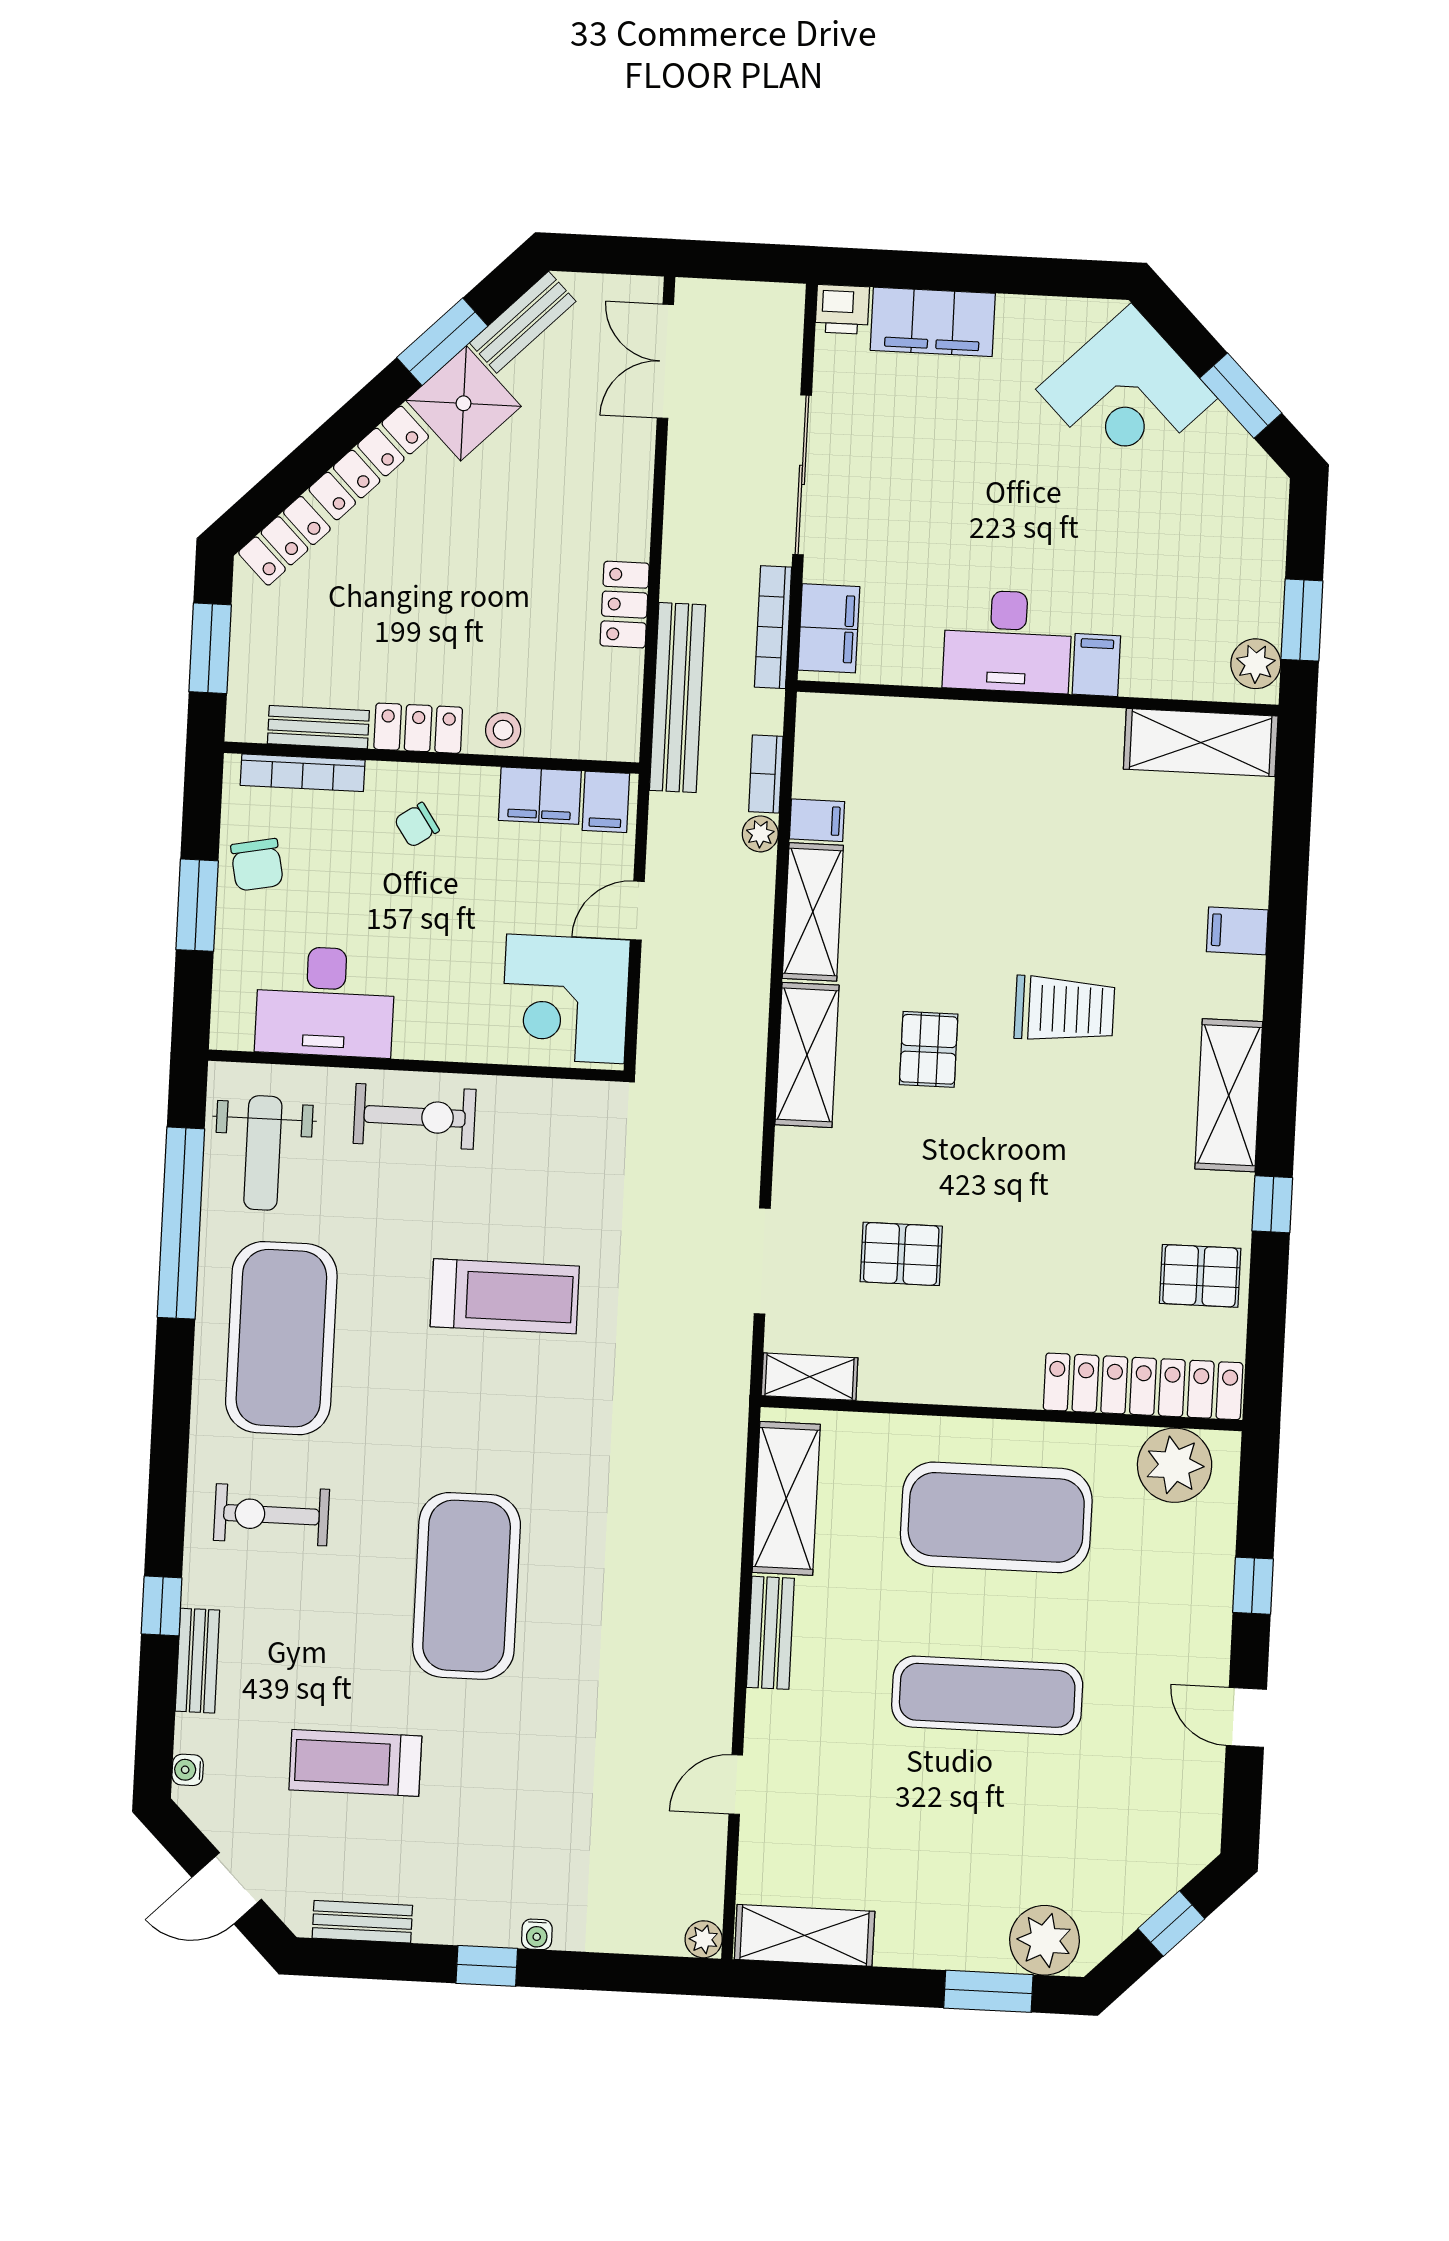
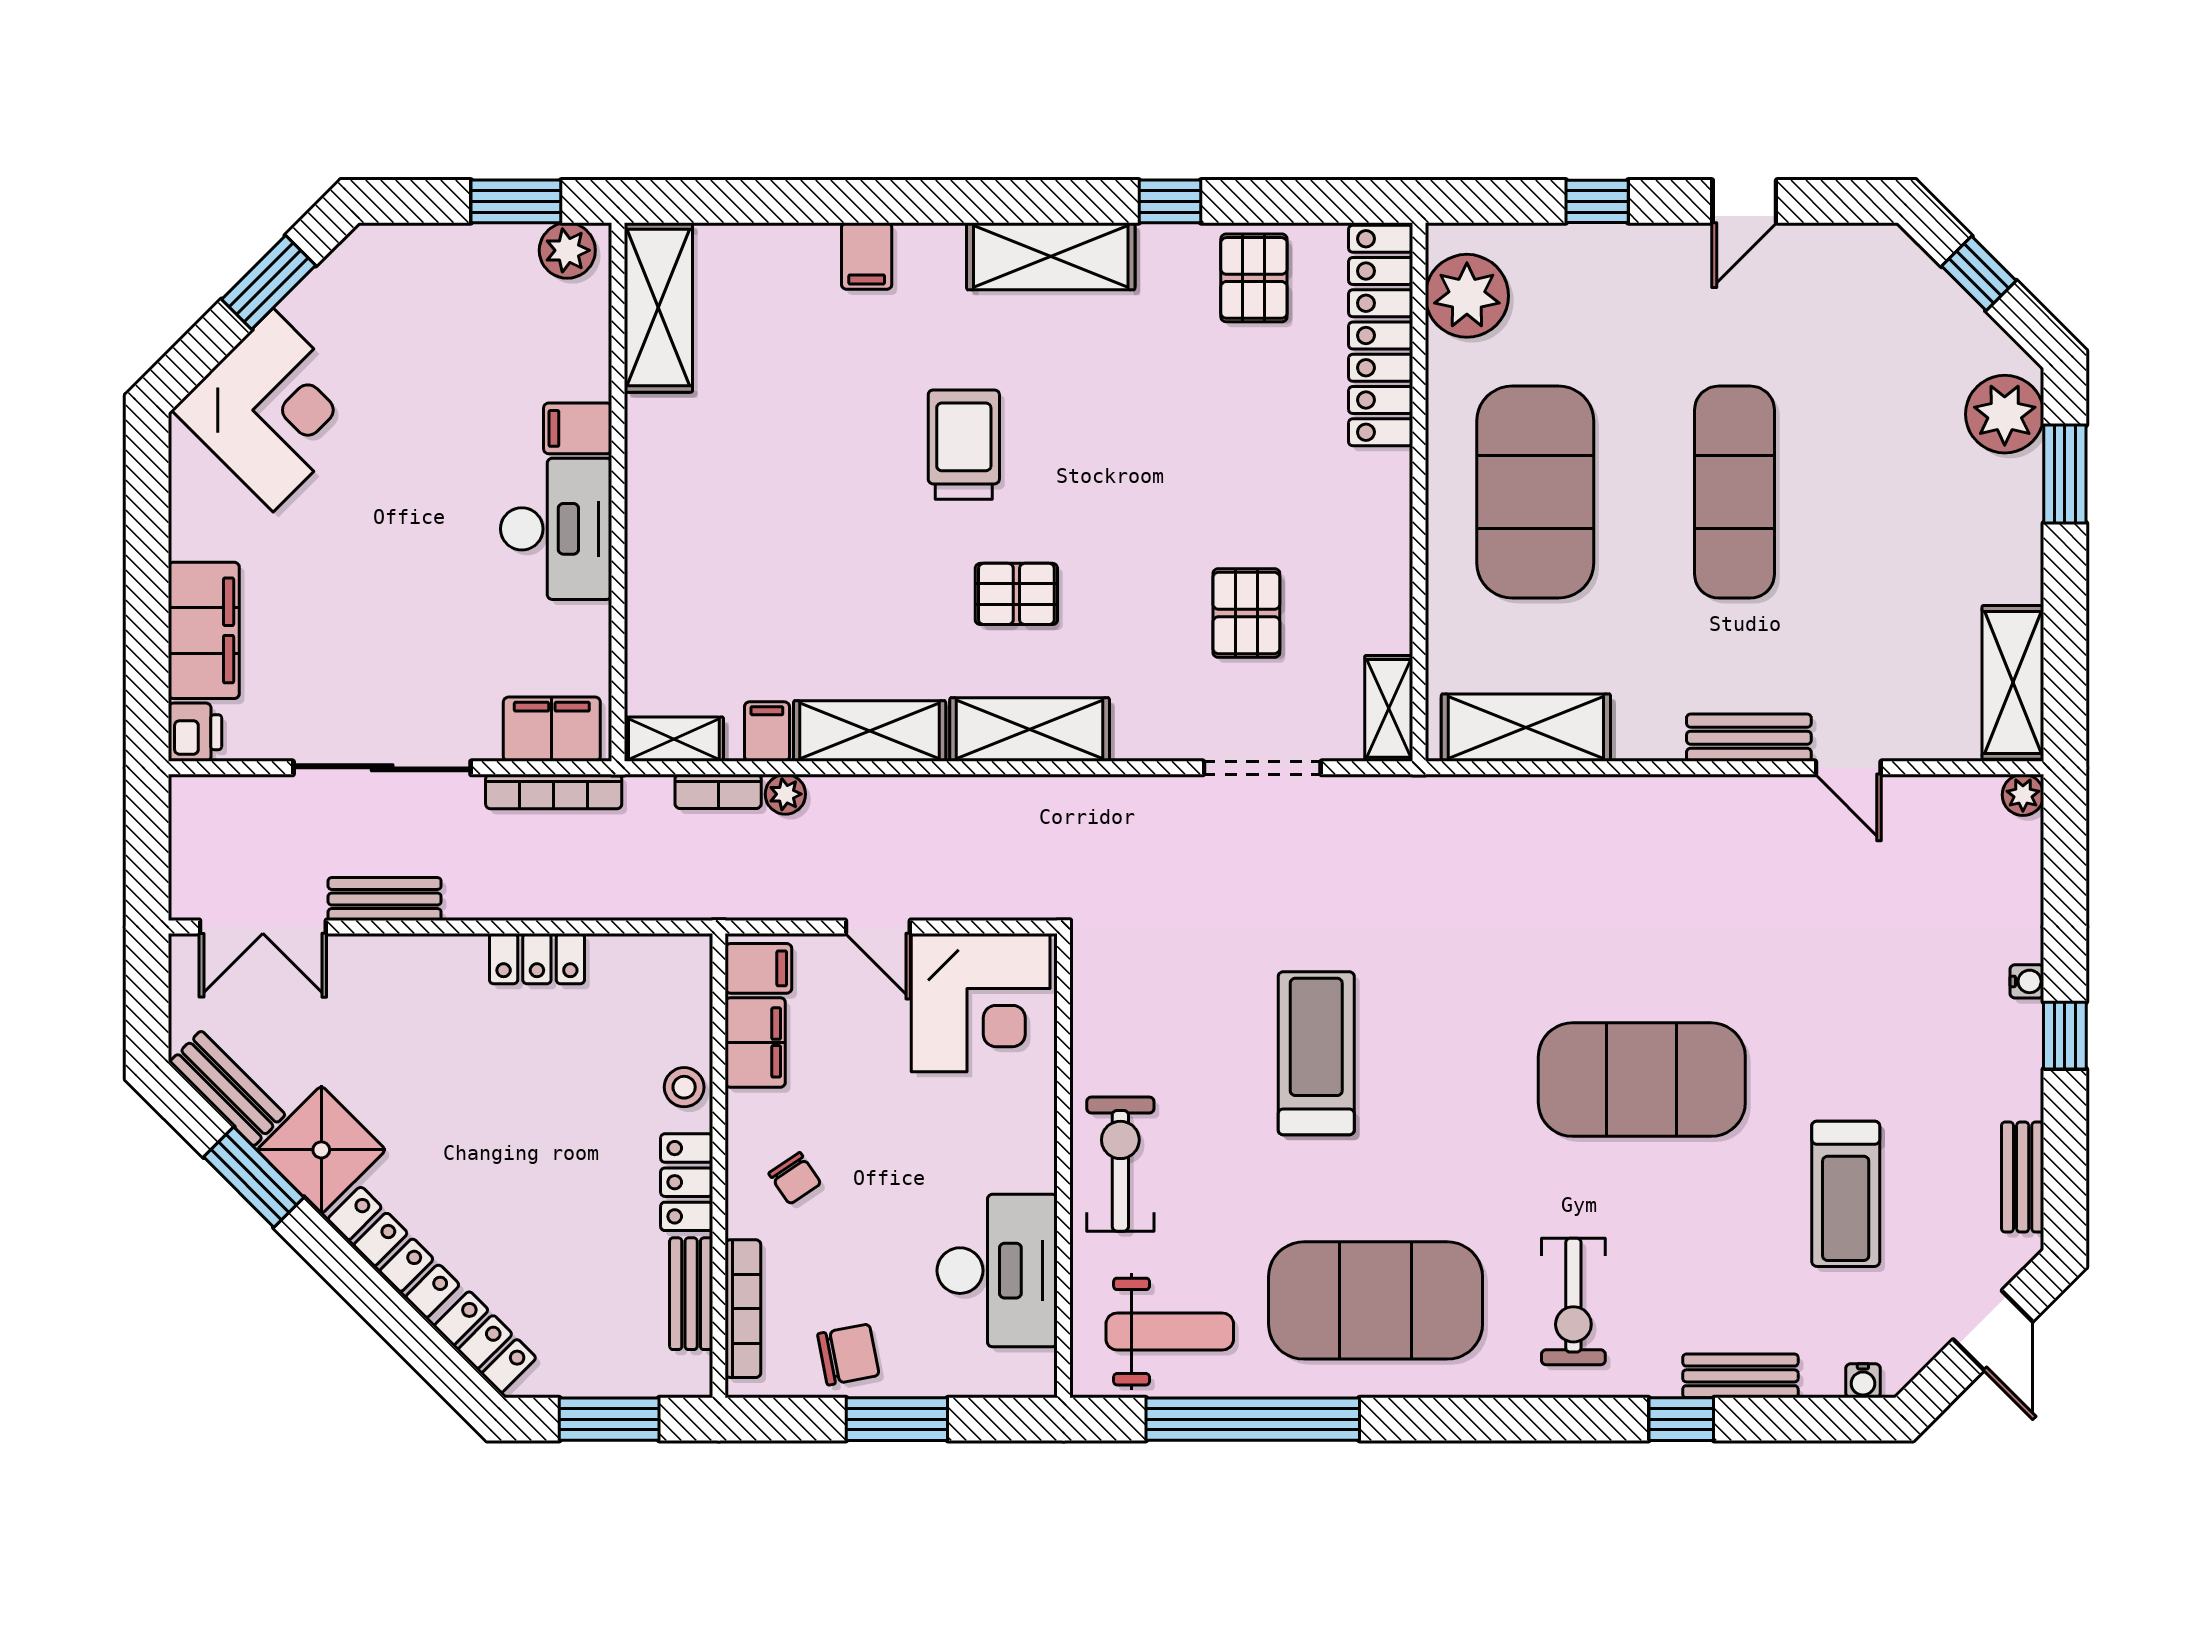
bench: (677, 698) -> (385, 899), moved, width x0.54, depth x0.82
shelving: (814, 737) -> (674, 739), added
bench: (770, 1633) -> (1749, 738), moved

